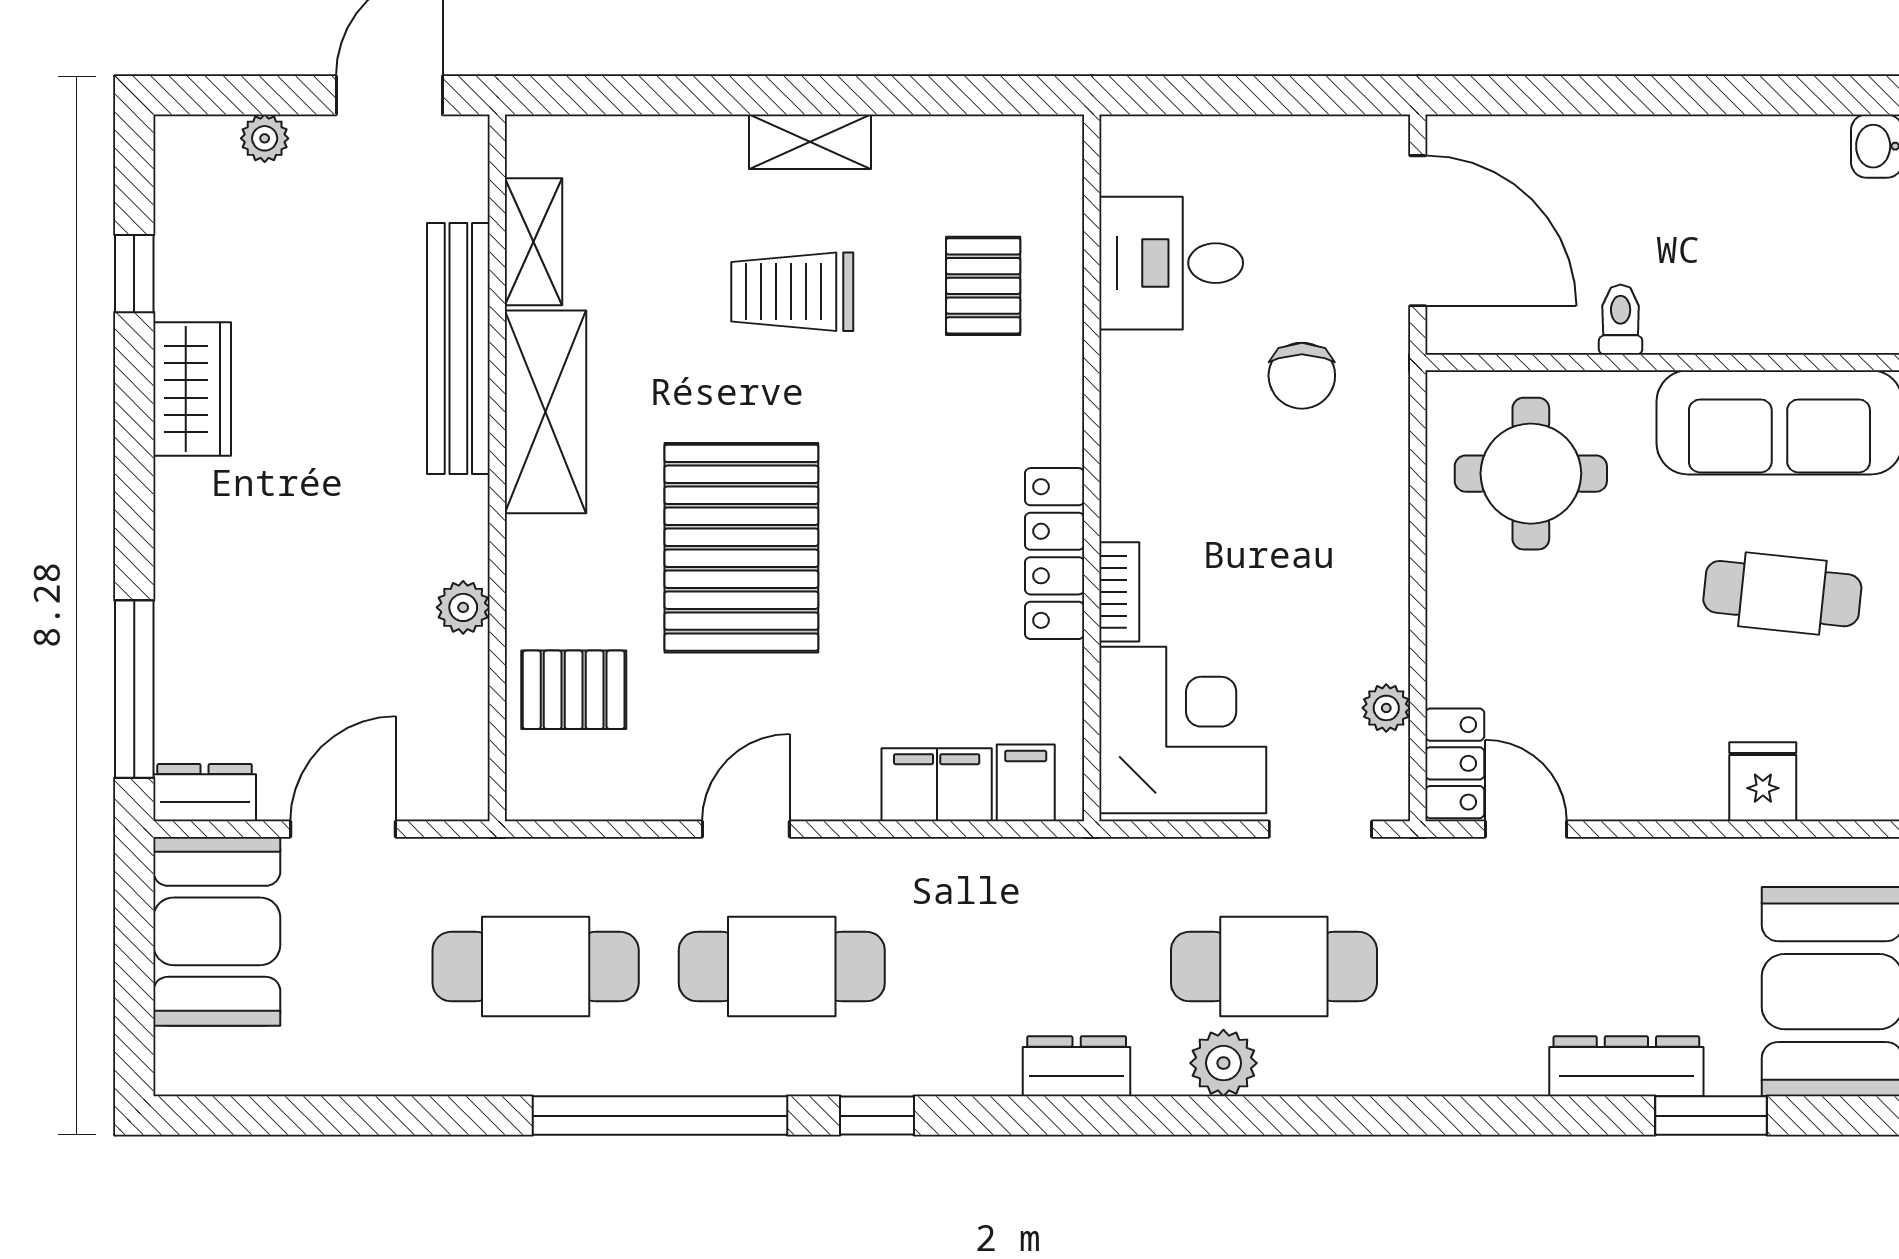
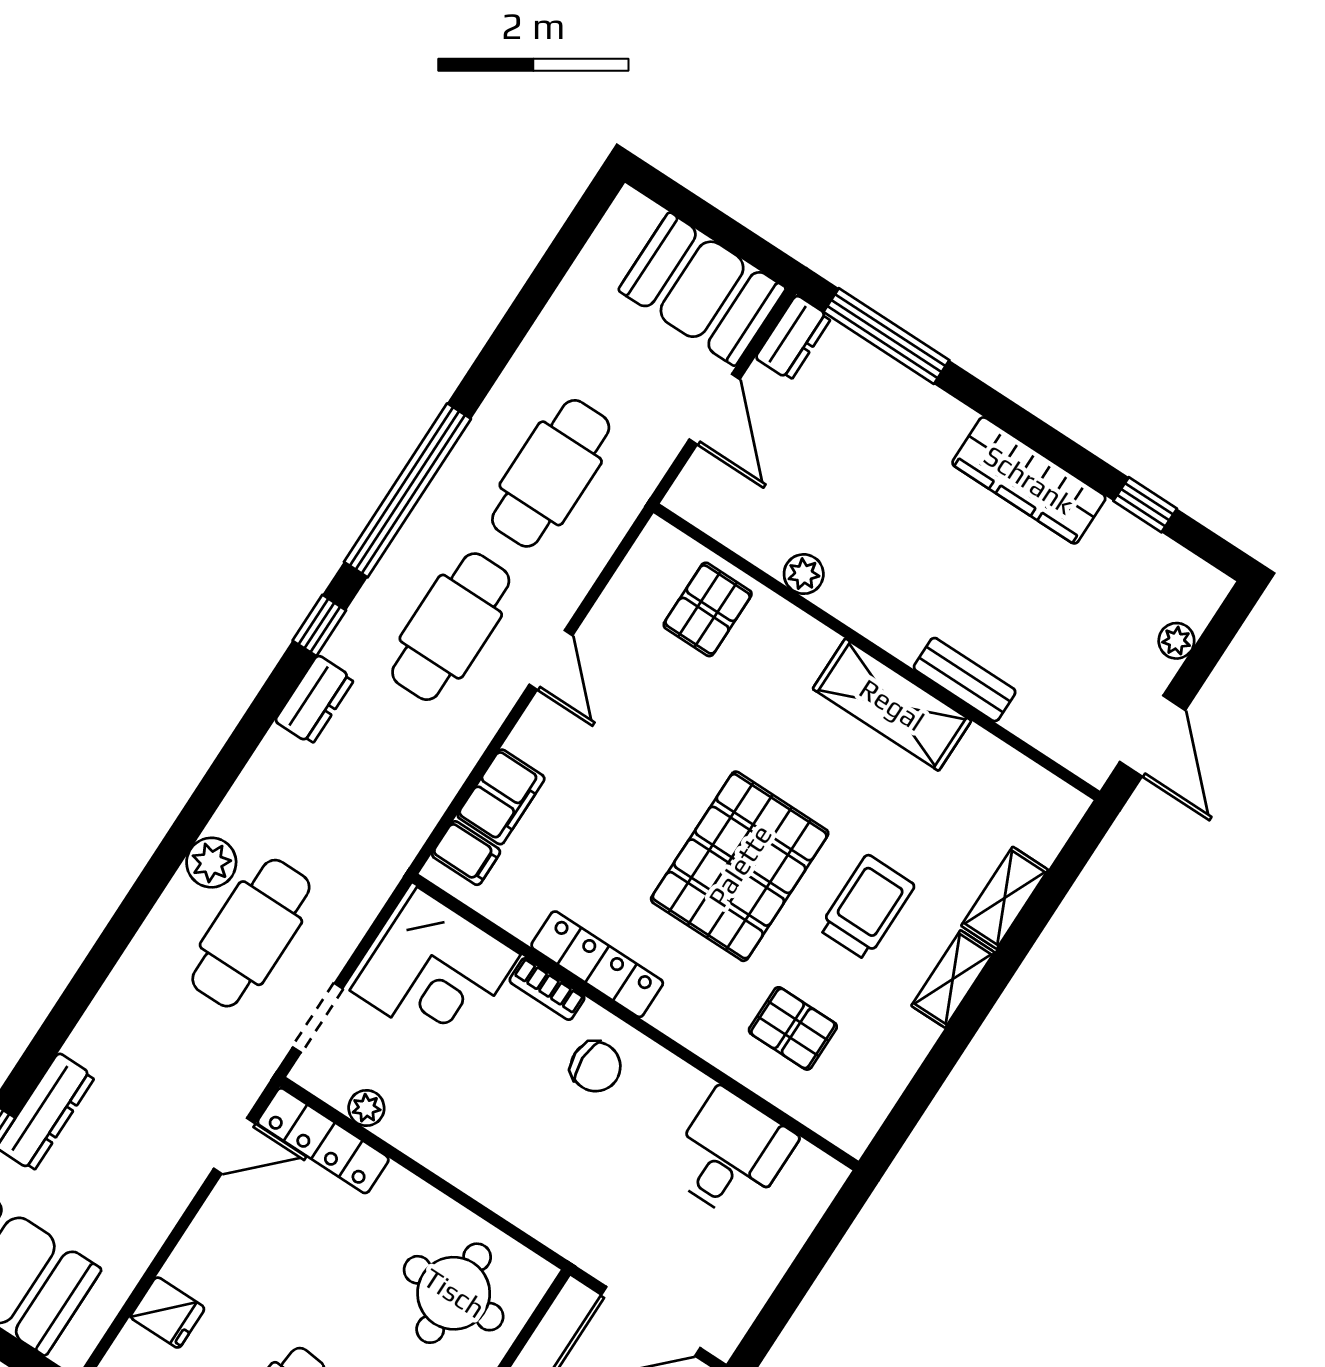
shelving: (534, 242) -> (1005, 898), moved, turned 90
bench: (458, 349) -> (965, 680), width x0.54, depth x0.82
chair: (1302, 376) -> (596, 1067), moved, turned 180
wardrobe: (192, 389) -> (1029, 480), width x1.50
pallet: (741, 548) -> (740, 866), moved, turned 90
locker: (1455, 763) -> (323, 1141), width x1.53
dresser: (1077, 1066) -> (315, 700), moved

